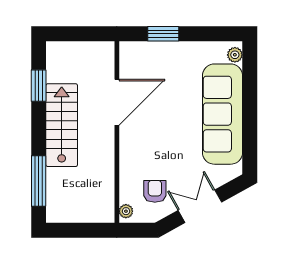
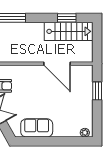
sofa: (223, 114) -> (37, 128), width x0.54, depth x0.79
stairs: (62, 125) -> (69, 31), moved

